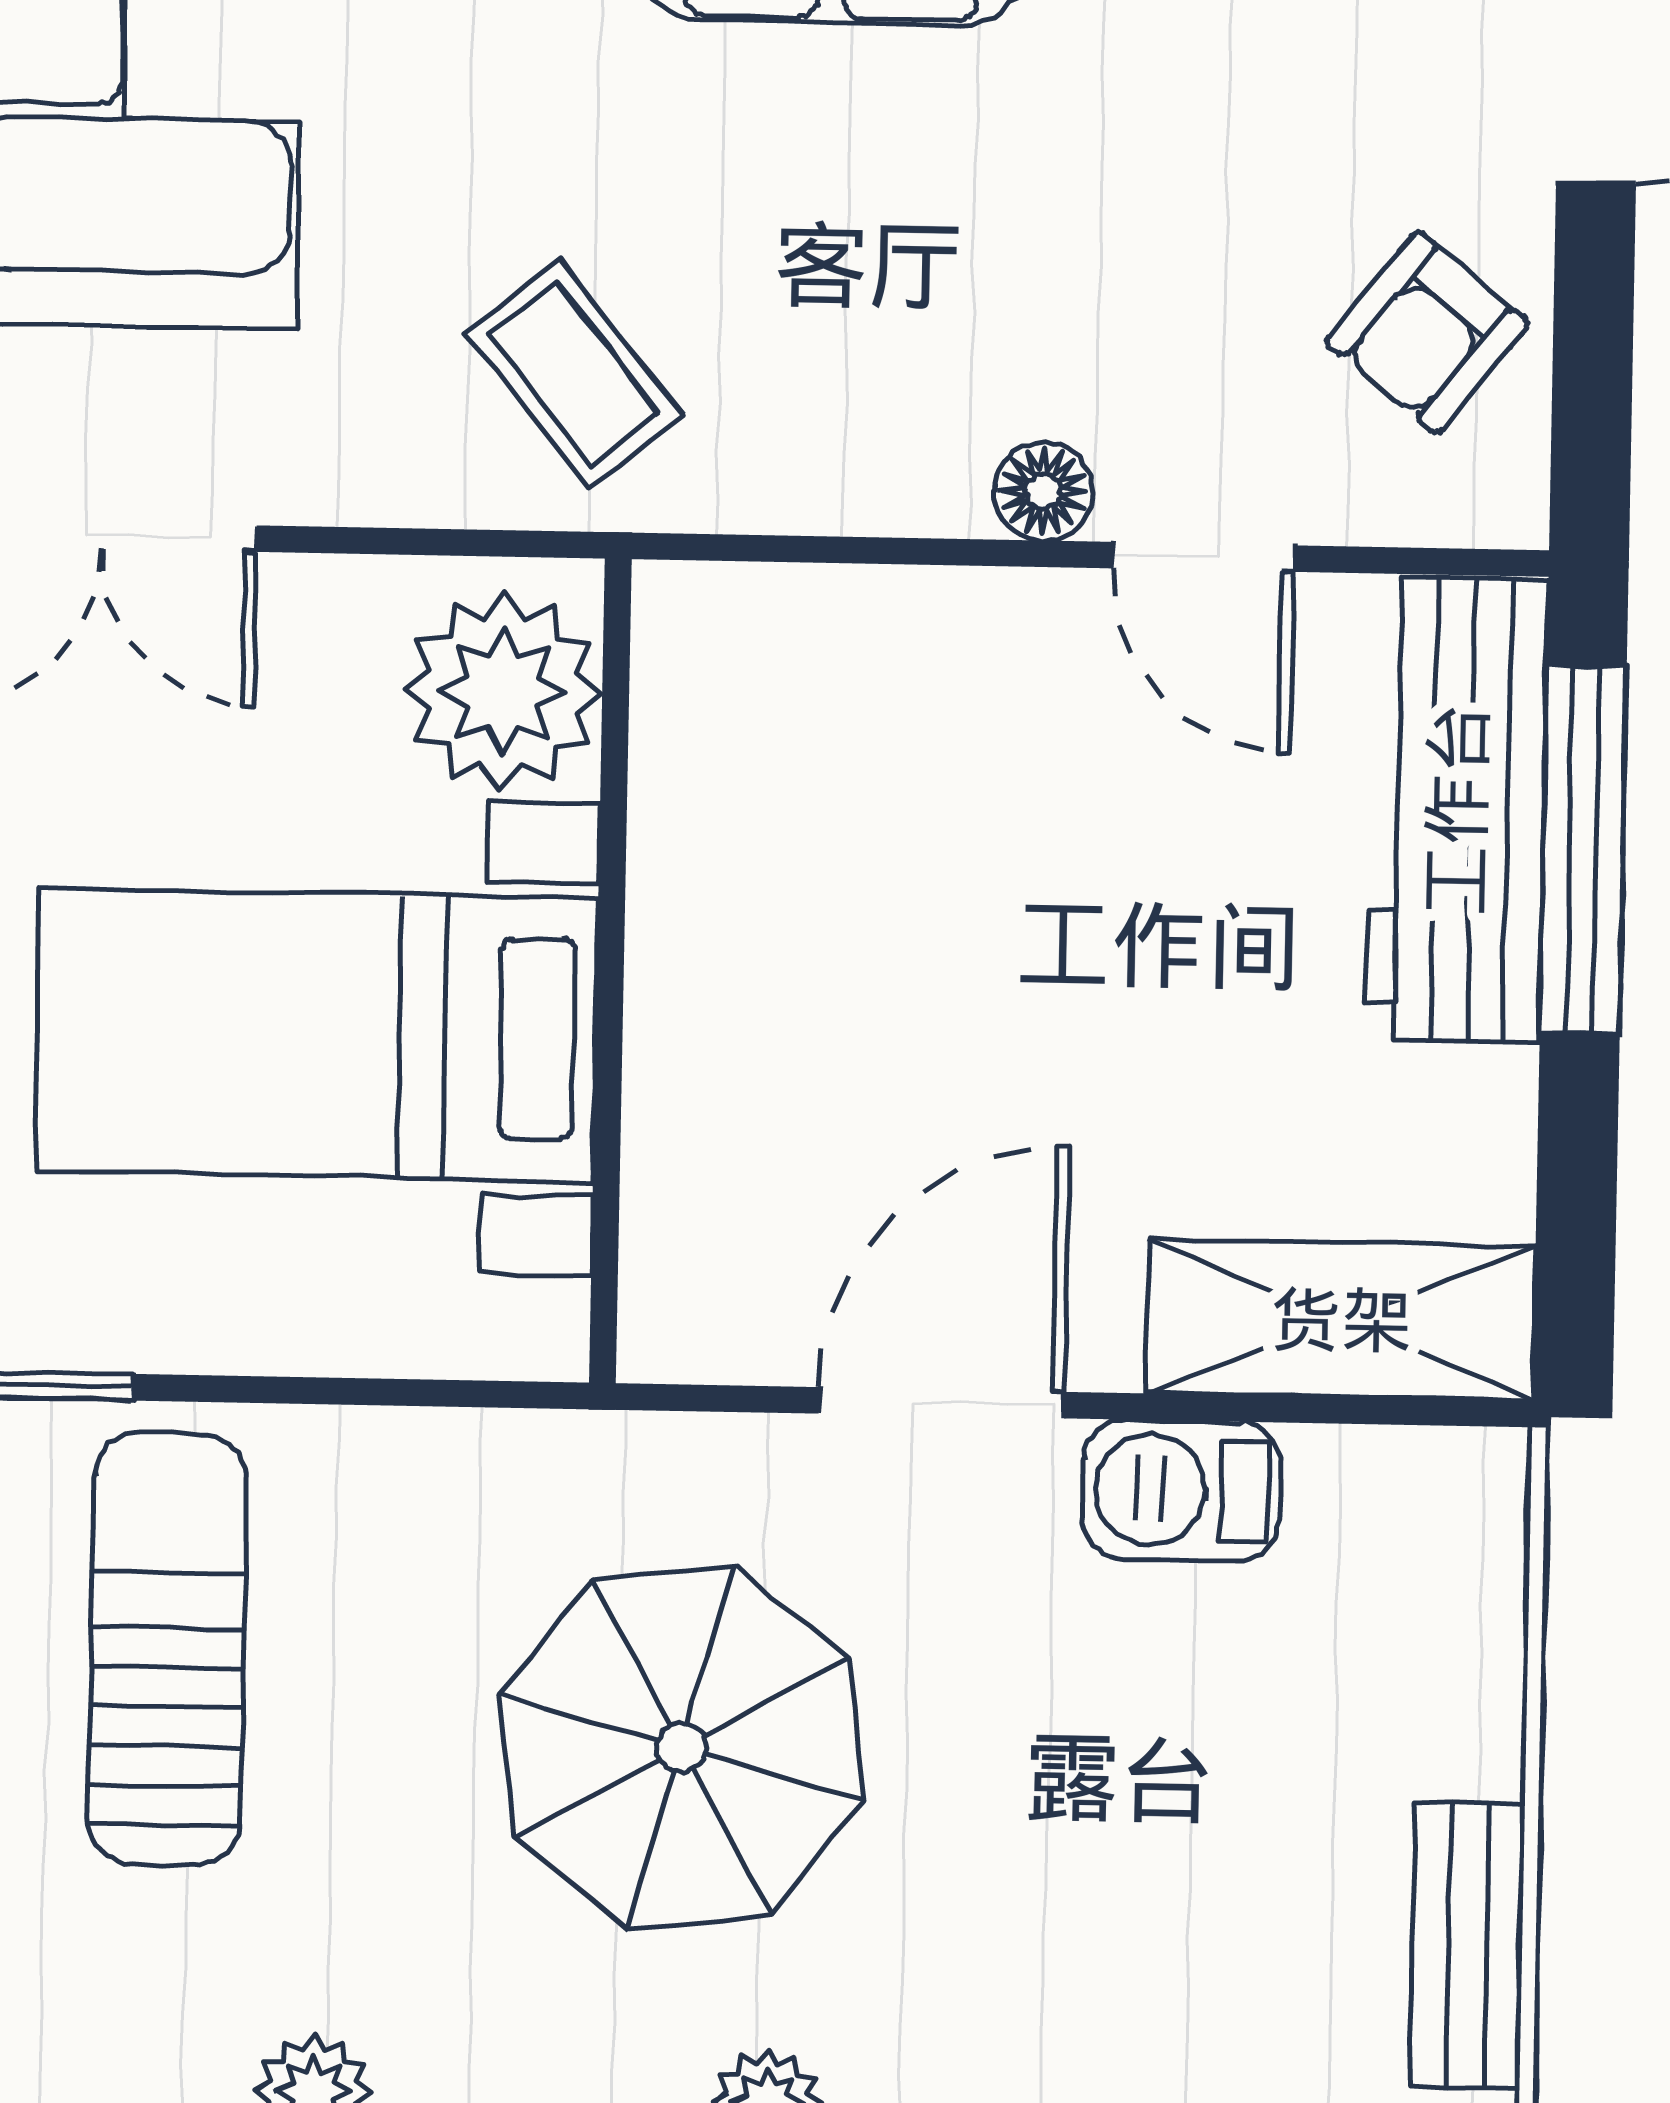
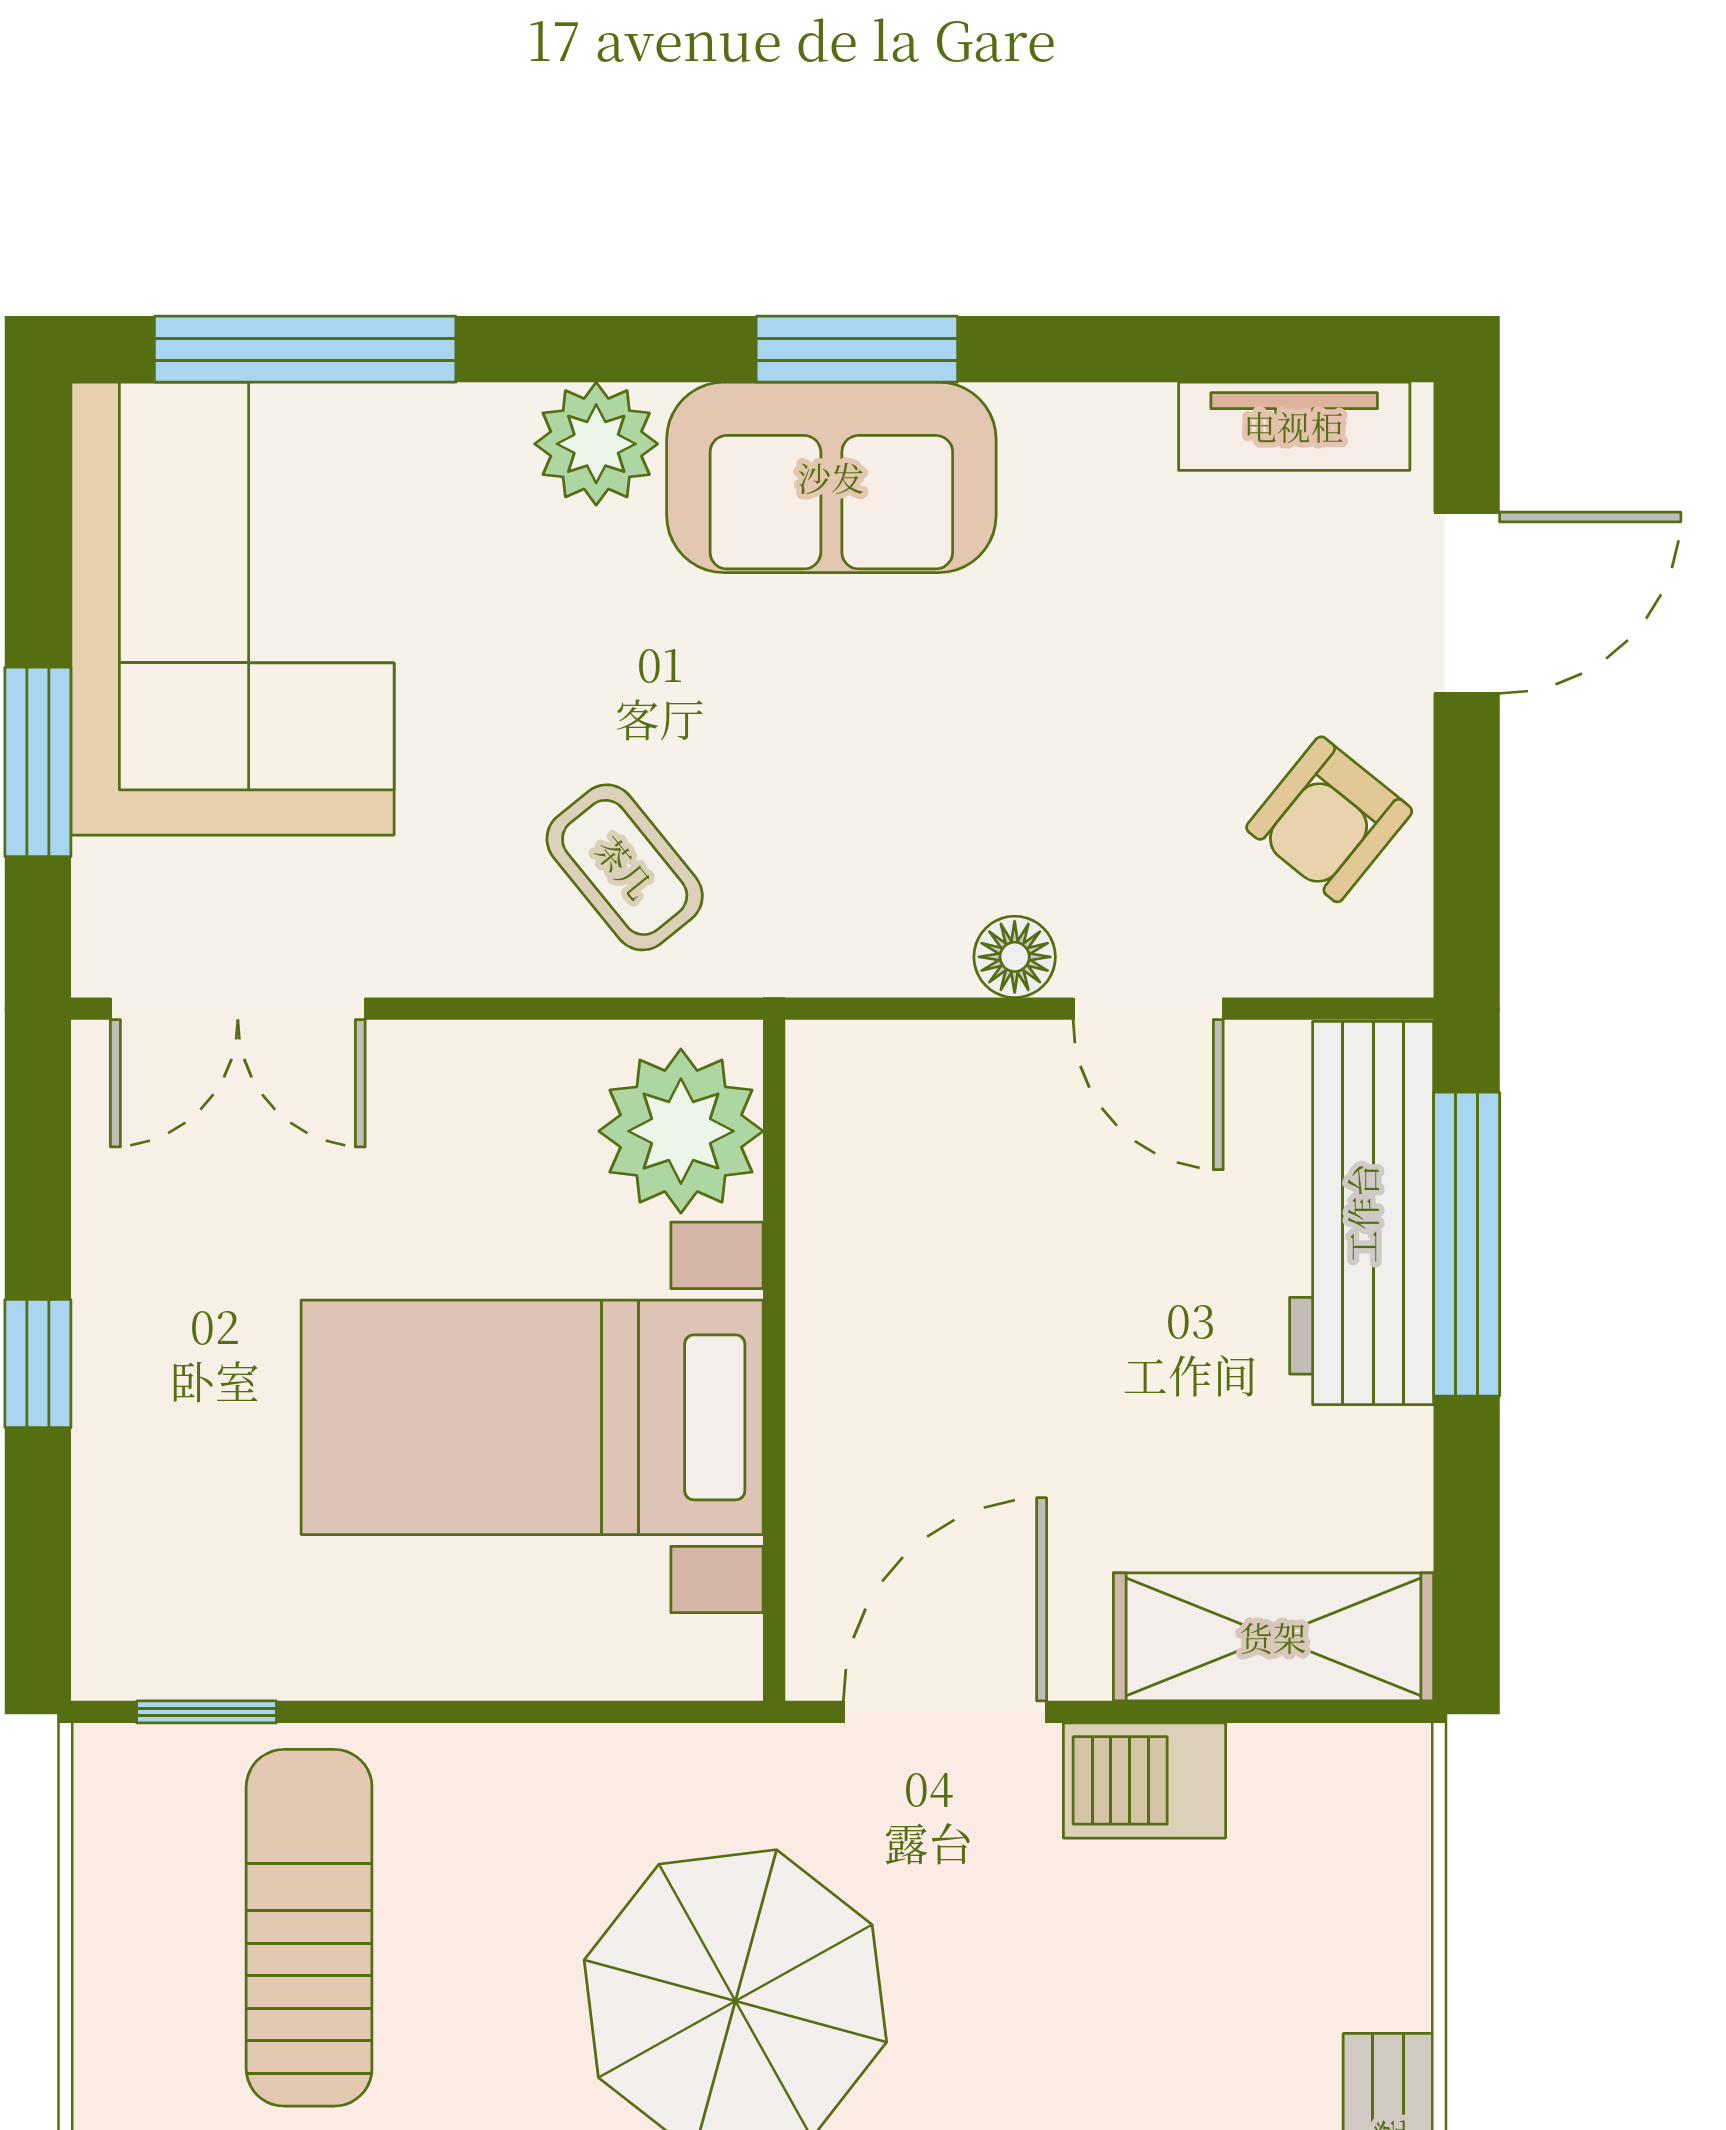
plant: (503, 692) -> (681, 1131), moved
wall: (610, 971) -> (774, 1360), moved
bed with nightstands: (316, 1034) -> (532, 1417), moved

